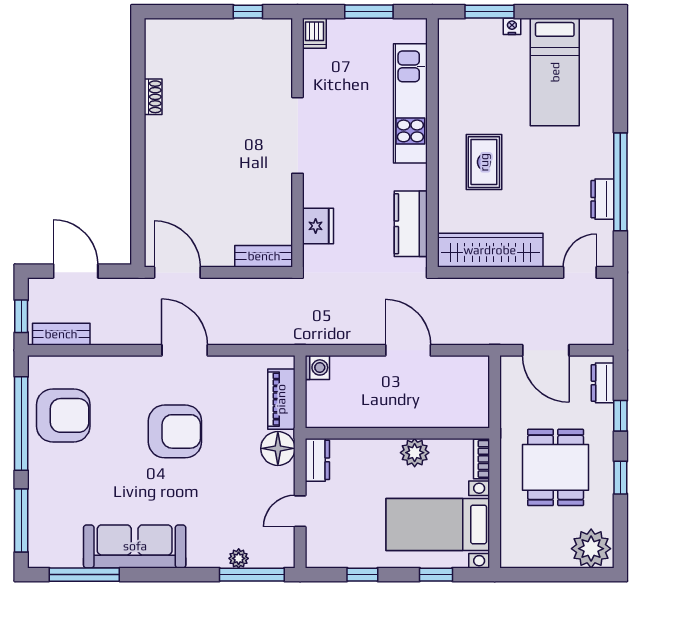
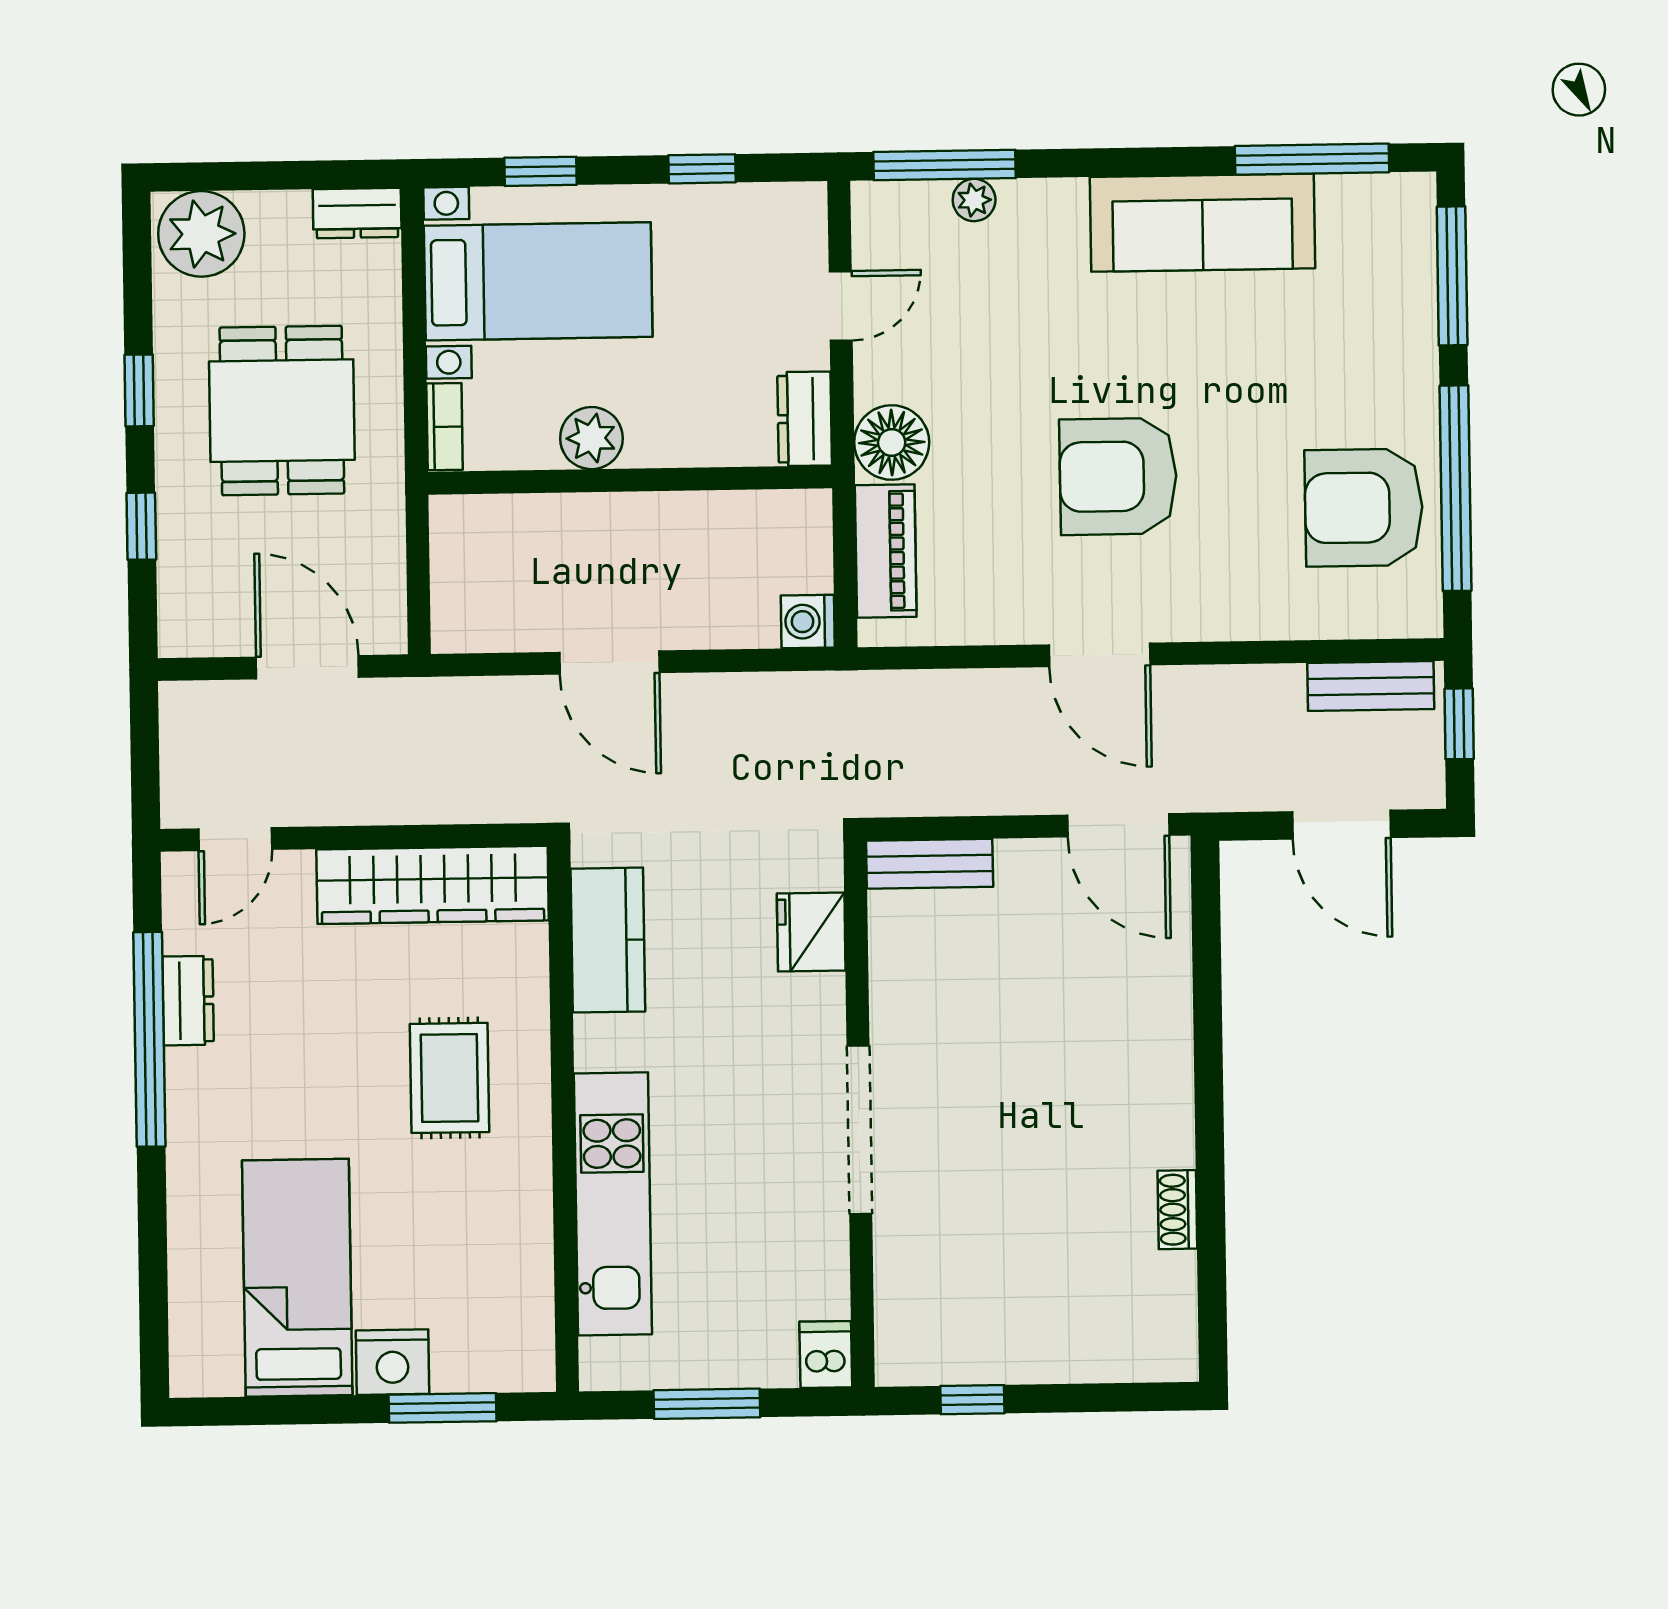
nightstand: (512, 26) -> (392, 1362), width x1.89, depth x1.79
dresser: (603, 383) -> (357, 213), moved, turned 90

